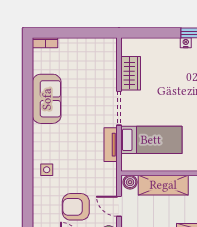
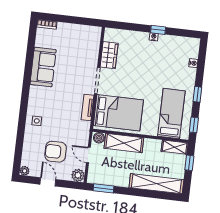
bed: (151, 140) -> (118, 113), width x1.50

